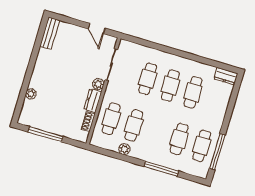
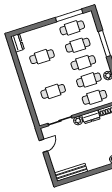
bench: (50, 33) -> (71, 172), width x1.36
cafe table: (170, 86) -> (83, 63), moved

